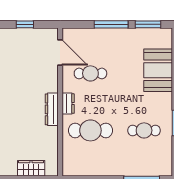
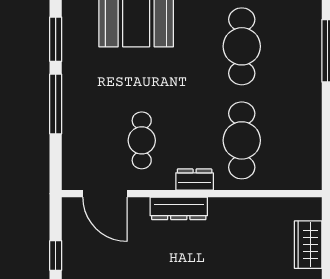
door: (60, 52) -> (105, 194), swing flipped
dresser: (52, 109) -> (179, 208), moved
cafe table: (144, 130) -> (242, 46), width x1.37, depth x1.35

